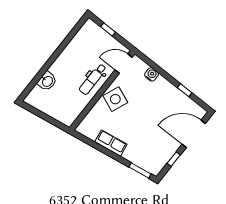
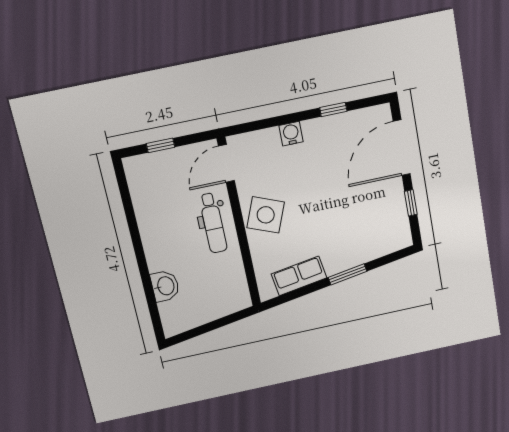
water cooler: (151, 74) -> (291, 134), moved
row of seats: (111, 143) -> (299, 276), moved
window: (140, 170) -> (347, 274), moved

